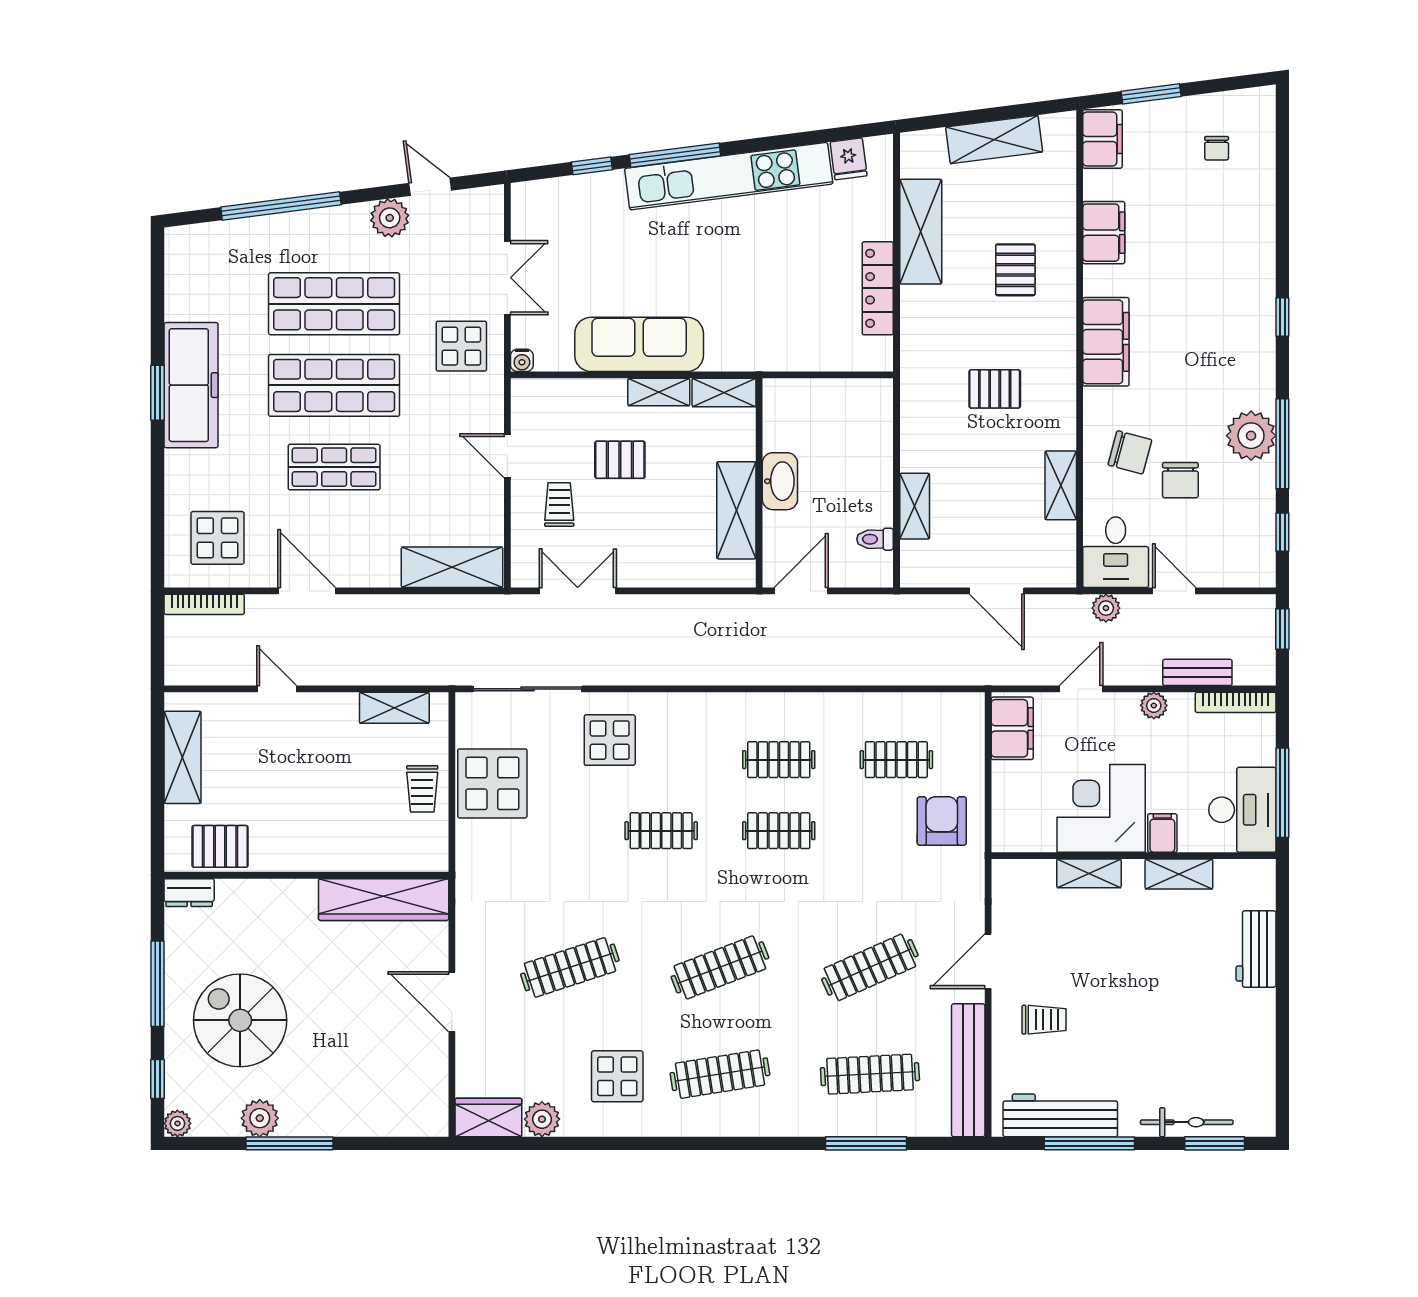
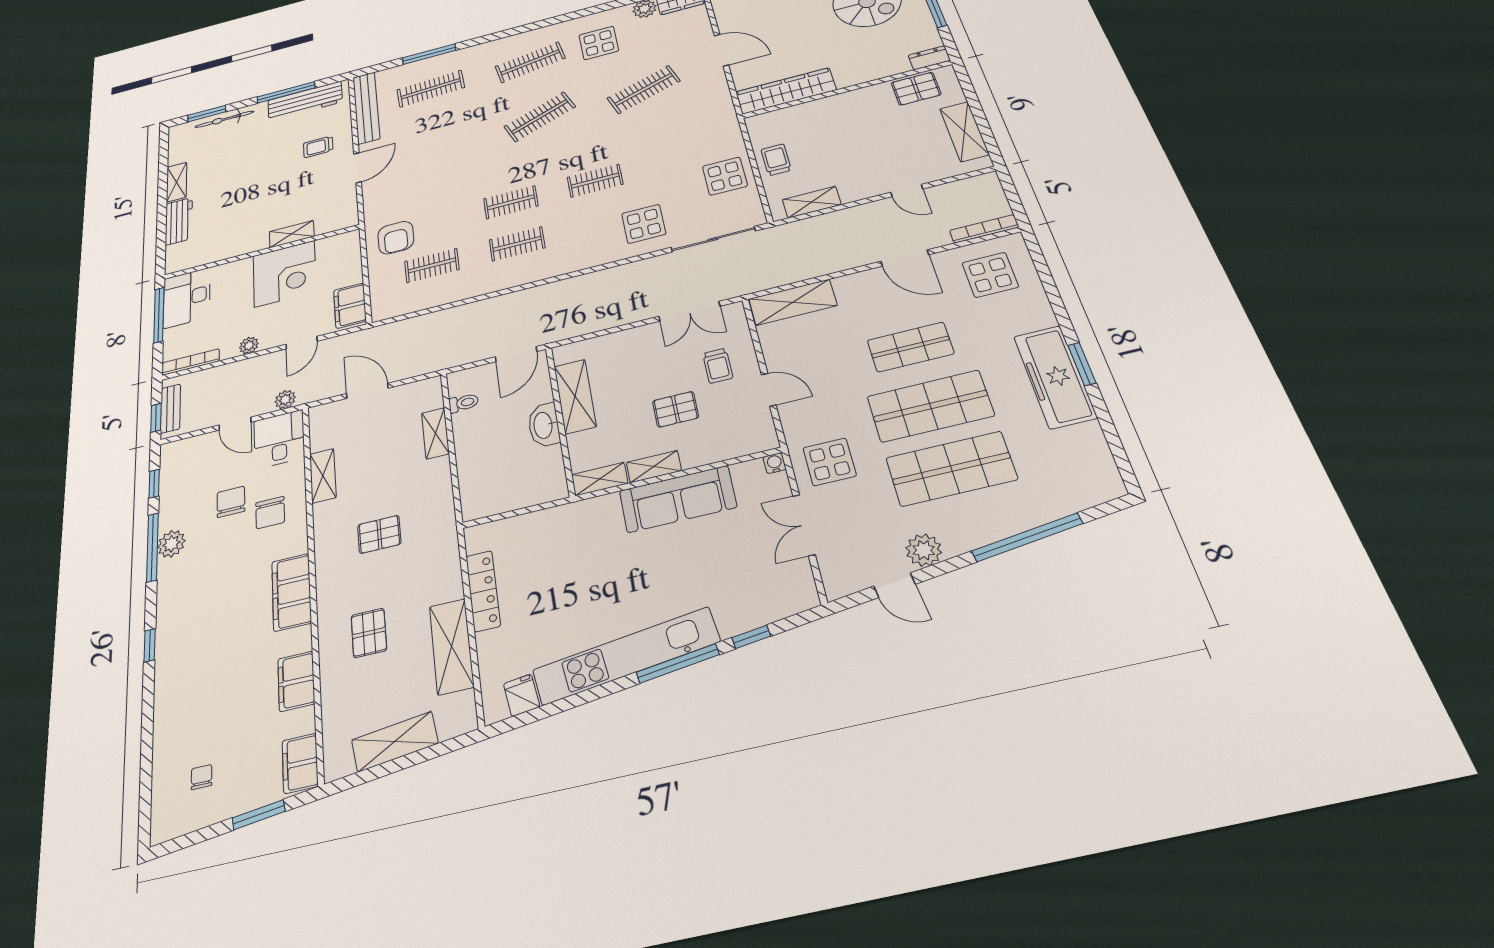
plant: (1251, 436) -> (171, 544), width x0.73, depth x0.73
chair: (1130, 452) -> (270, 513), turned -105
bench: (1197, 672) -> (170, 409), moved, turned 90
display table: (492, 783) -> (725, 176), width x0.73, depth x0.73
filing cabinet: (1162, 833) -> (242, 270), removed
shelving: (1179, 874) -> (177, 182), moved, turned 90
clothes rail: (870, 967) -> (437, 144), removed

